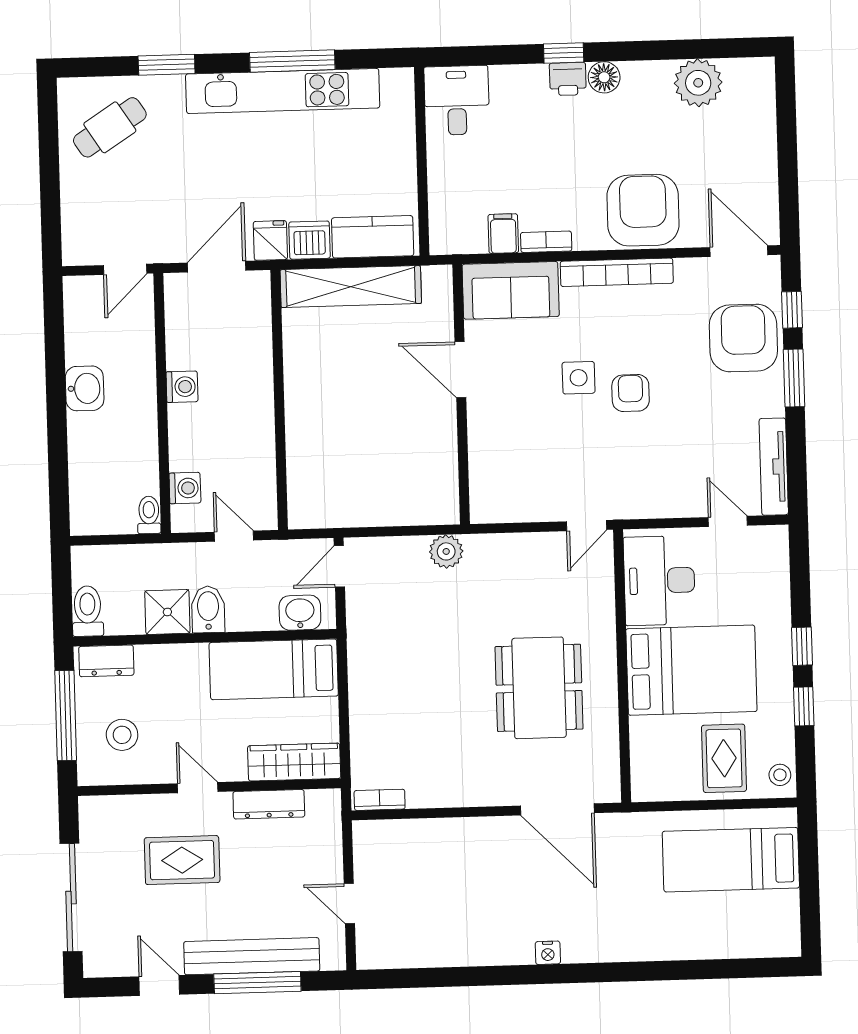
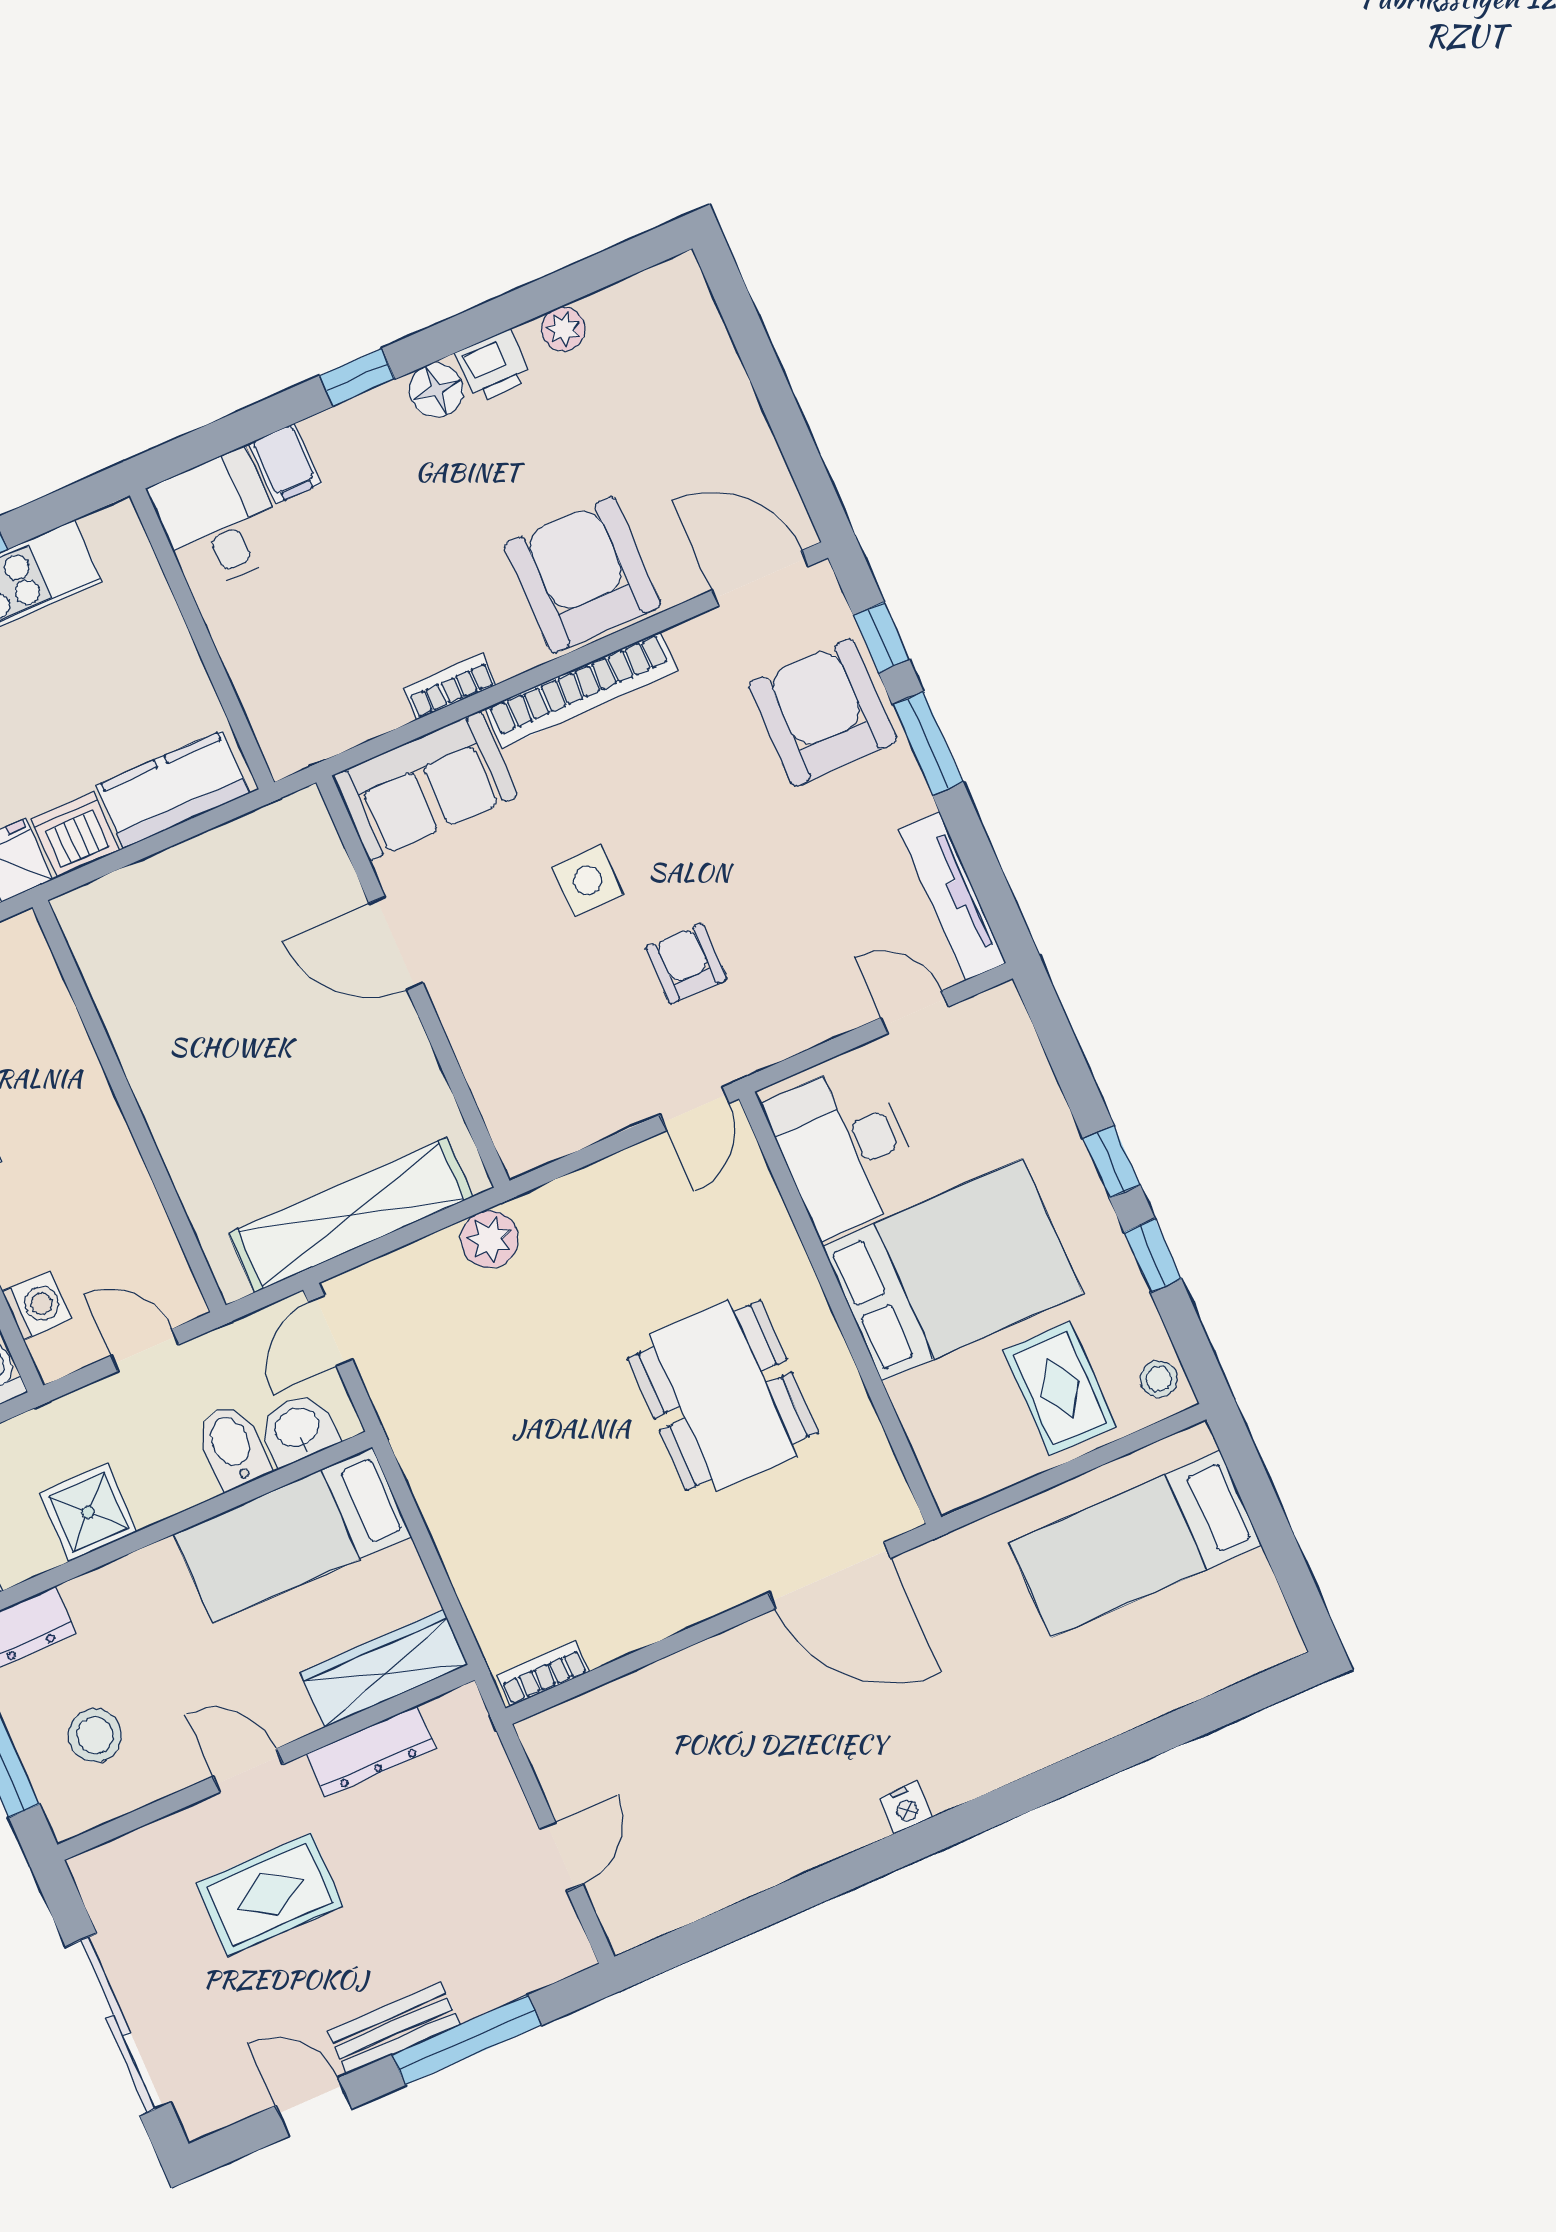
printer: (568, 79) -> (493, 366), moved
plant: (698, 83) -> (563, 329), width x0.53, depth x0.53
filing cabinet: (503, 234) -> (285, 464), moved, turned 180
shelving: (351, 287) -> (351, 1215), moved
armchair: (631, 393) -> (686, 963), moved
bidet: (208, 609) -> (232, 1446), moved
door: (349, 903) -> (561, 1856), swing flipped
bench: (252, 956) -> (394, 2028), width x0.54, depth x0.82

